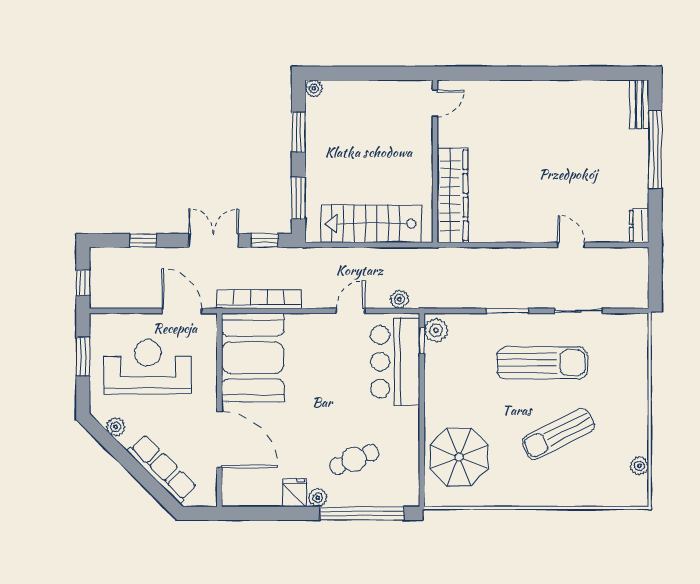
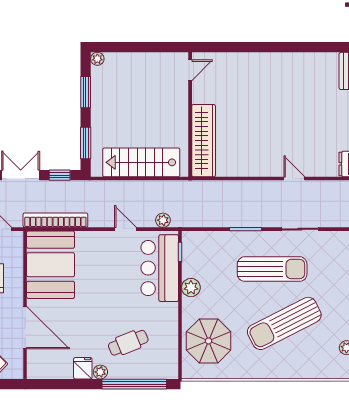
door: (351, 311) -> (125, 229), hinge flipped
plant: (436, 330) -> (191, 288), moved
sun lounger: (558, 434) -> (284, 323), width x1.36, depth x1.34

